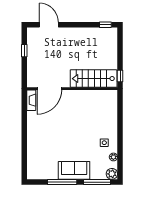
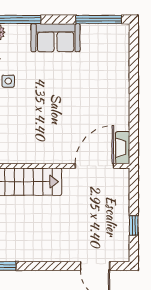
window: (62, 182) -> (99, 19), moved

